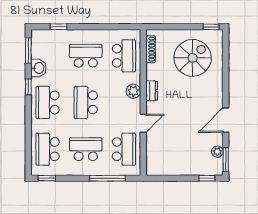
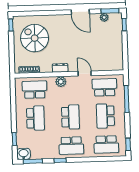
school desk: (86, 56) -> (35, 118), turned 180
washbasin: (39, 68) -> (24, 154), moved
school desk: (86, 102) -> (70, 117), turned -90

